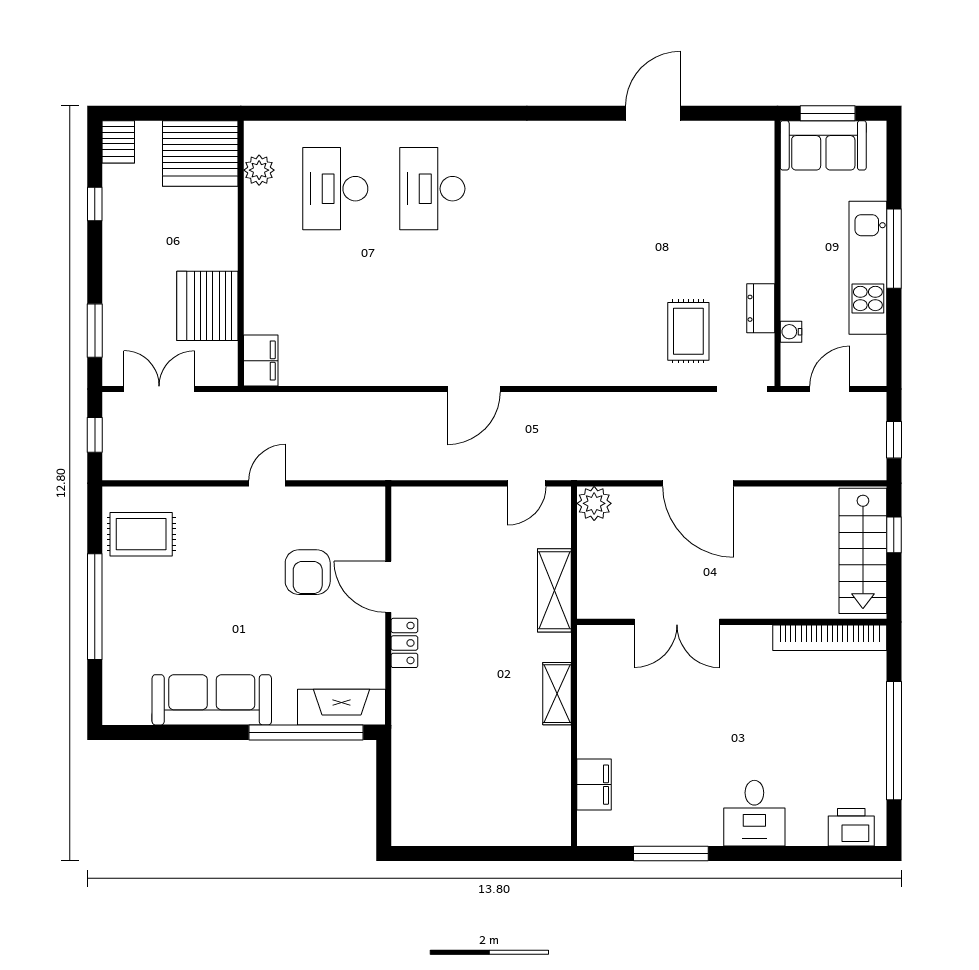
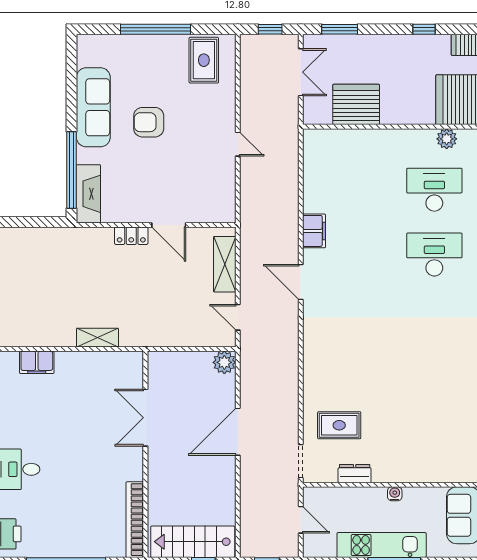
water cooler: (791, 332) -> (395, 494), moved
filing cabinet: (261, 361) -> (314, 231), moved, turned -90
armchair: (308, 572) -> (149, 122), moved
door: (388, 587) -> (169, 225), swing flipped
shelving: (554, 590) -> (225, 264), moved, turned 90

